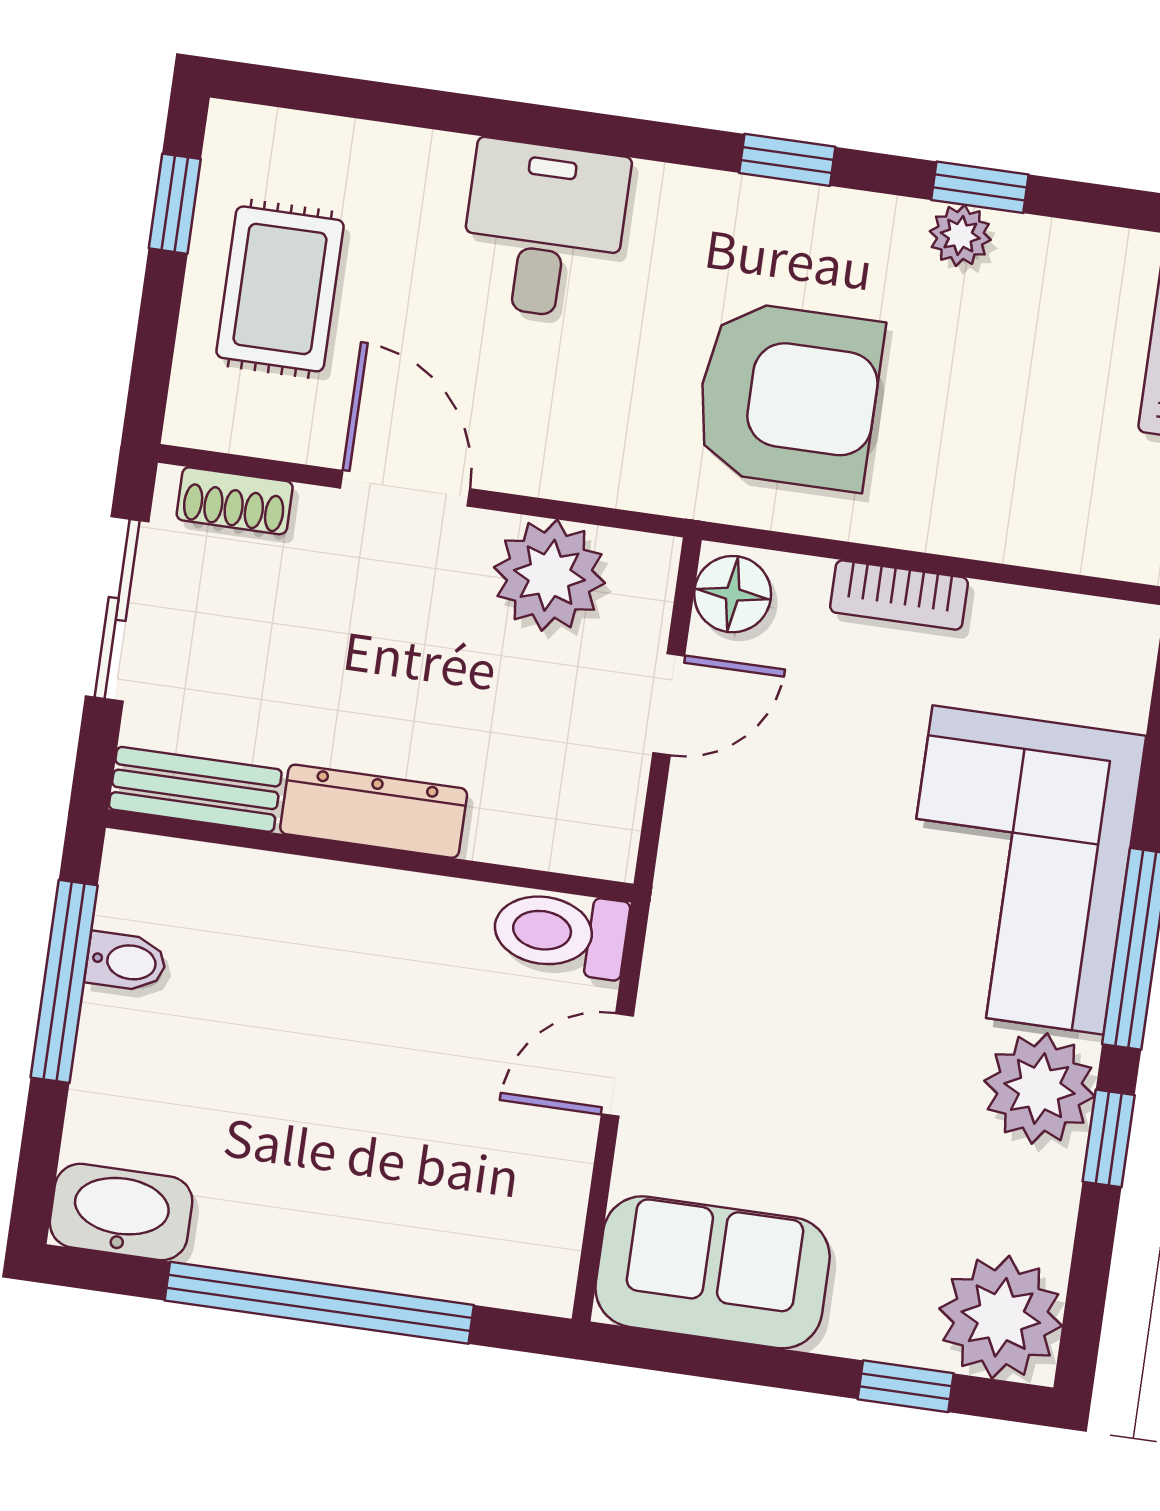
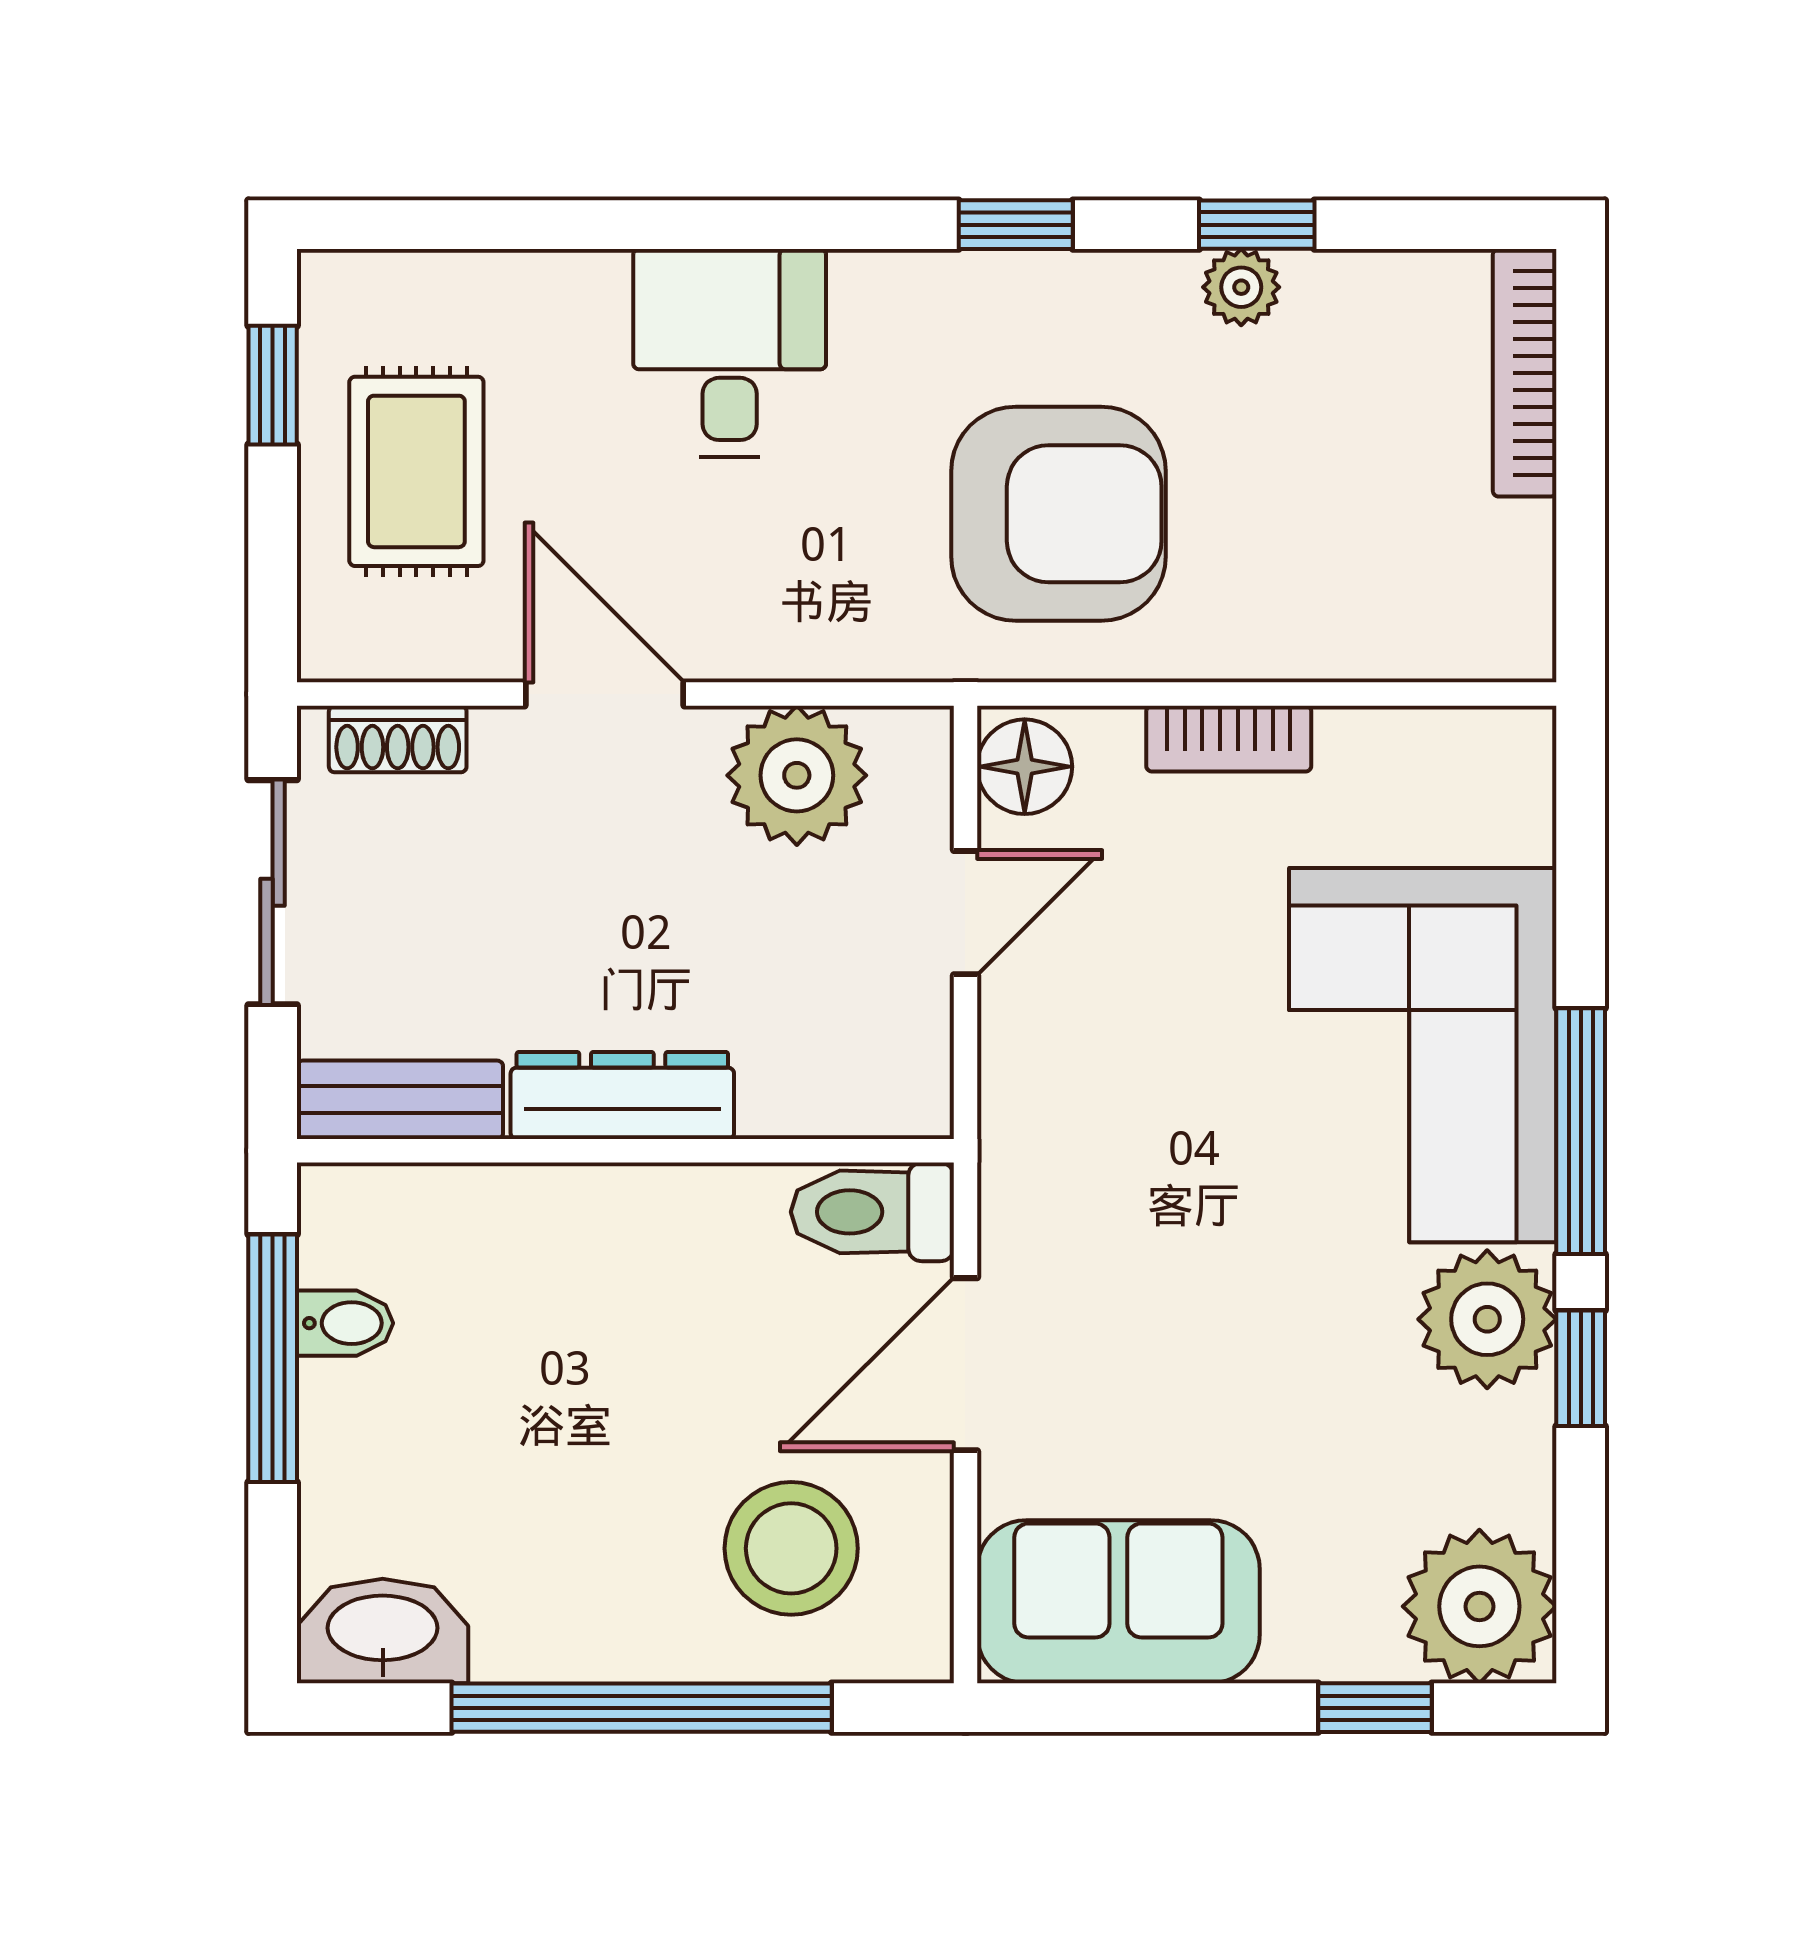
door: (617, 1065) -> (965, 1364), width x1.38
stool: (457, 1192) -> (791, 1548), added

